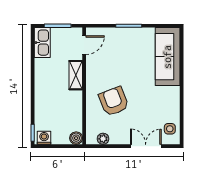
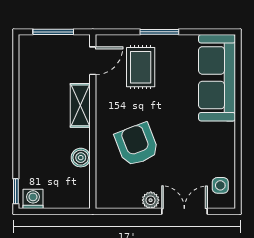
kitchen sink: (42, 43) -> (30, 57), removed
rug: (116, 49) -> (141, 67), added
boiler: (76, 138) -> (81, 158), moved
plant: (103, 139) -> (151, 200), moved

